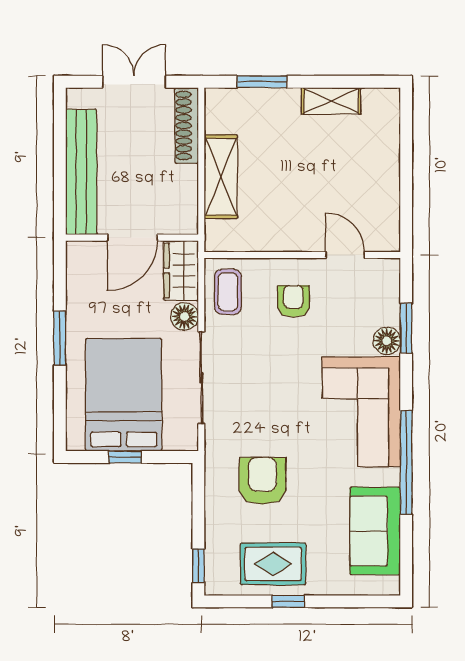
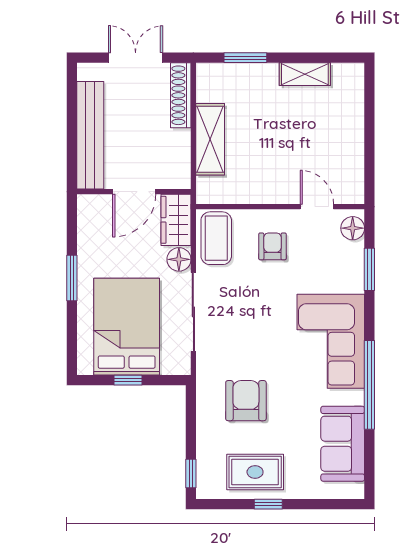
coffee table: (228, 292) -> (216, 238), width x1.36, depth x1.30
floor lamp: (387, 341) -> (353, 228), moved

